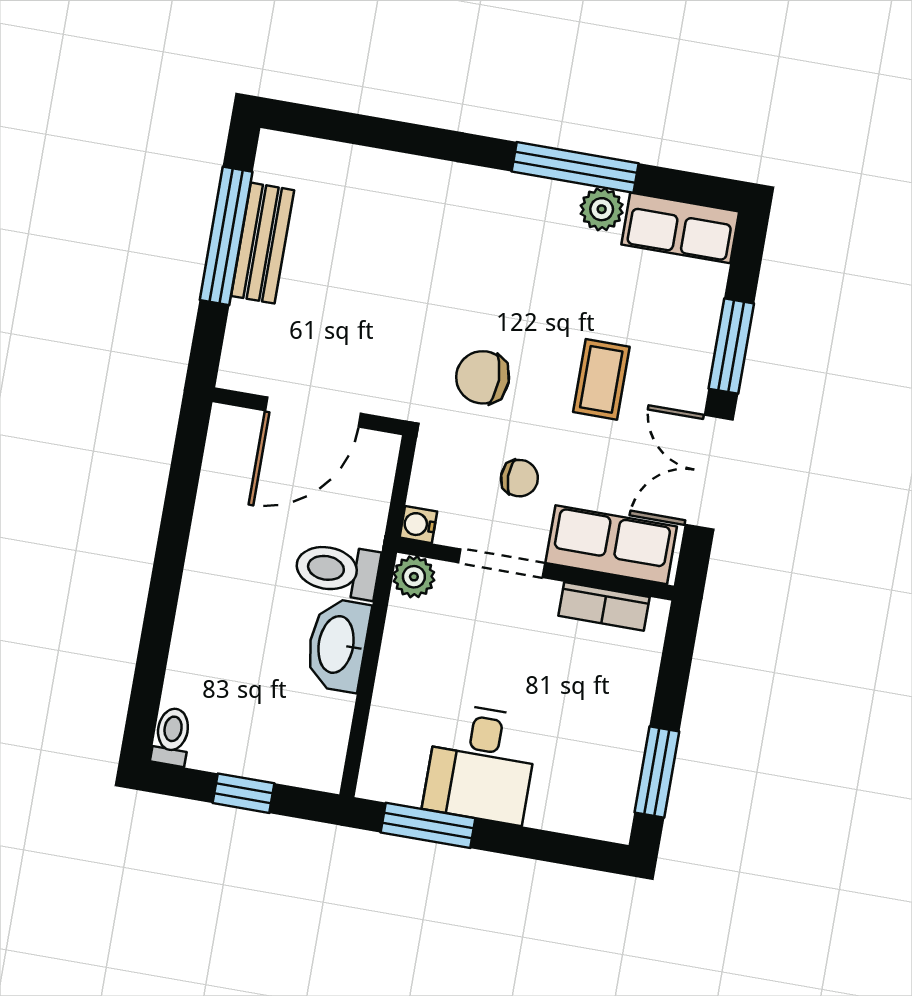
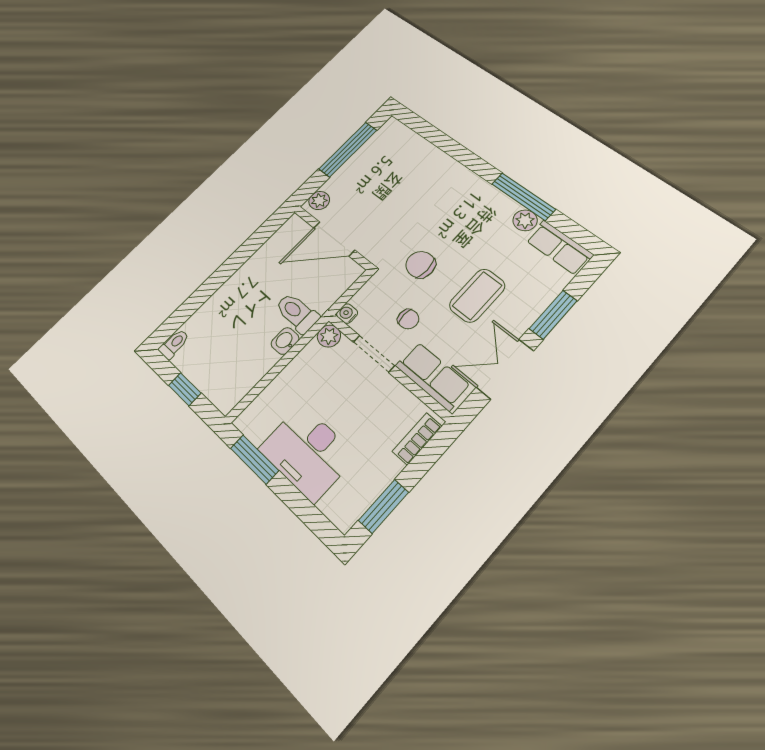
bench: (263, 243) -> (361, 160), removed
plant: (241, 358) -> (319, 201), added
coffee table: (601, 379) -> (477, 296), width x1.36, depth x1.30
bookcase: (604, 606) -> (417, 439), moved, turned 90
washbasin: (338, 645) -> (285, 341), width x0.52, depth x0.69
desk: (481, 764) -> (307, 452), width x1.37

